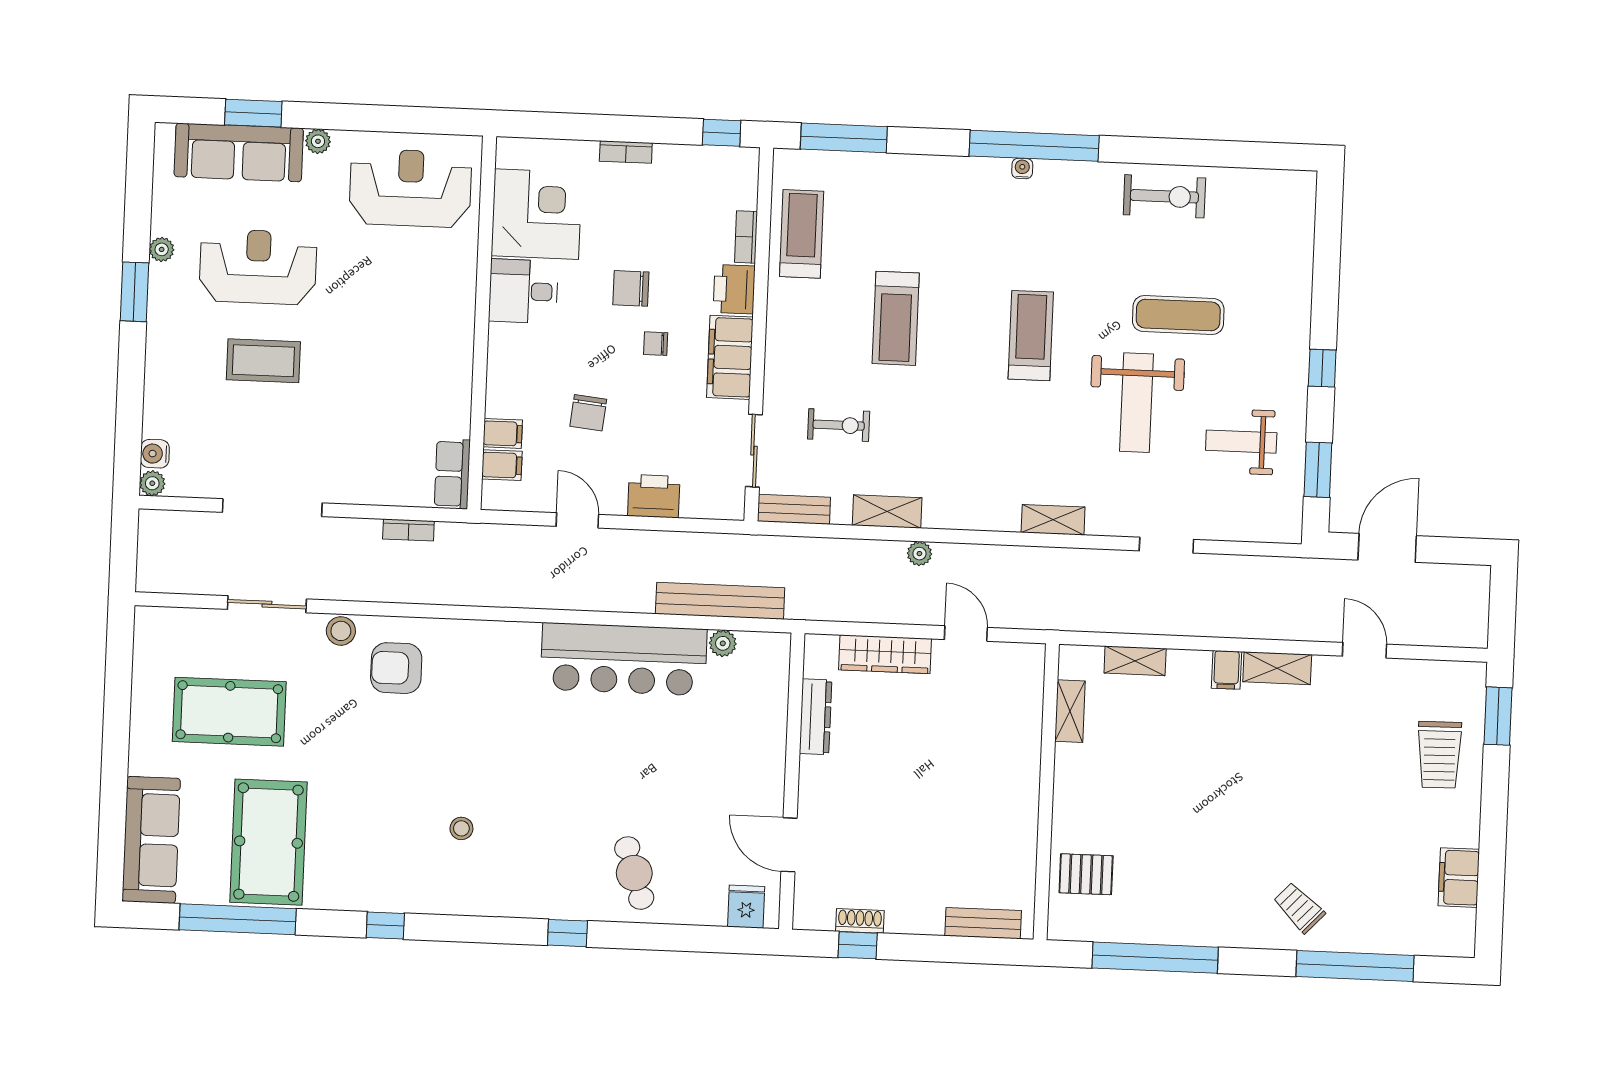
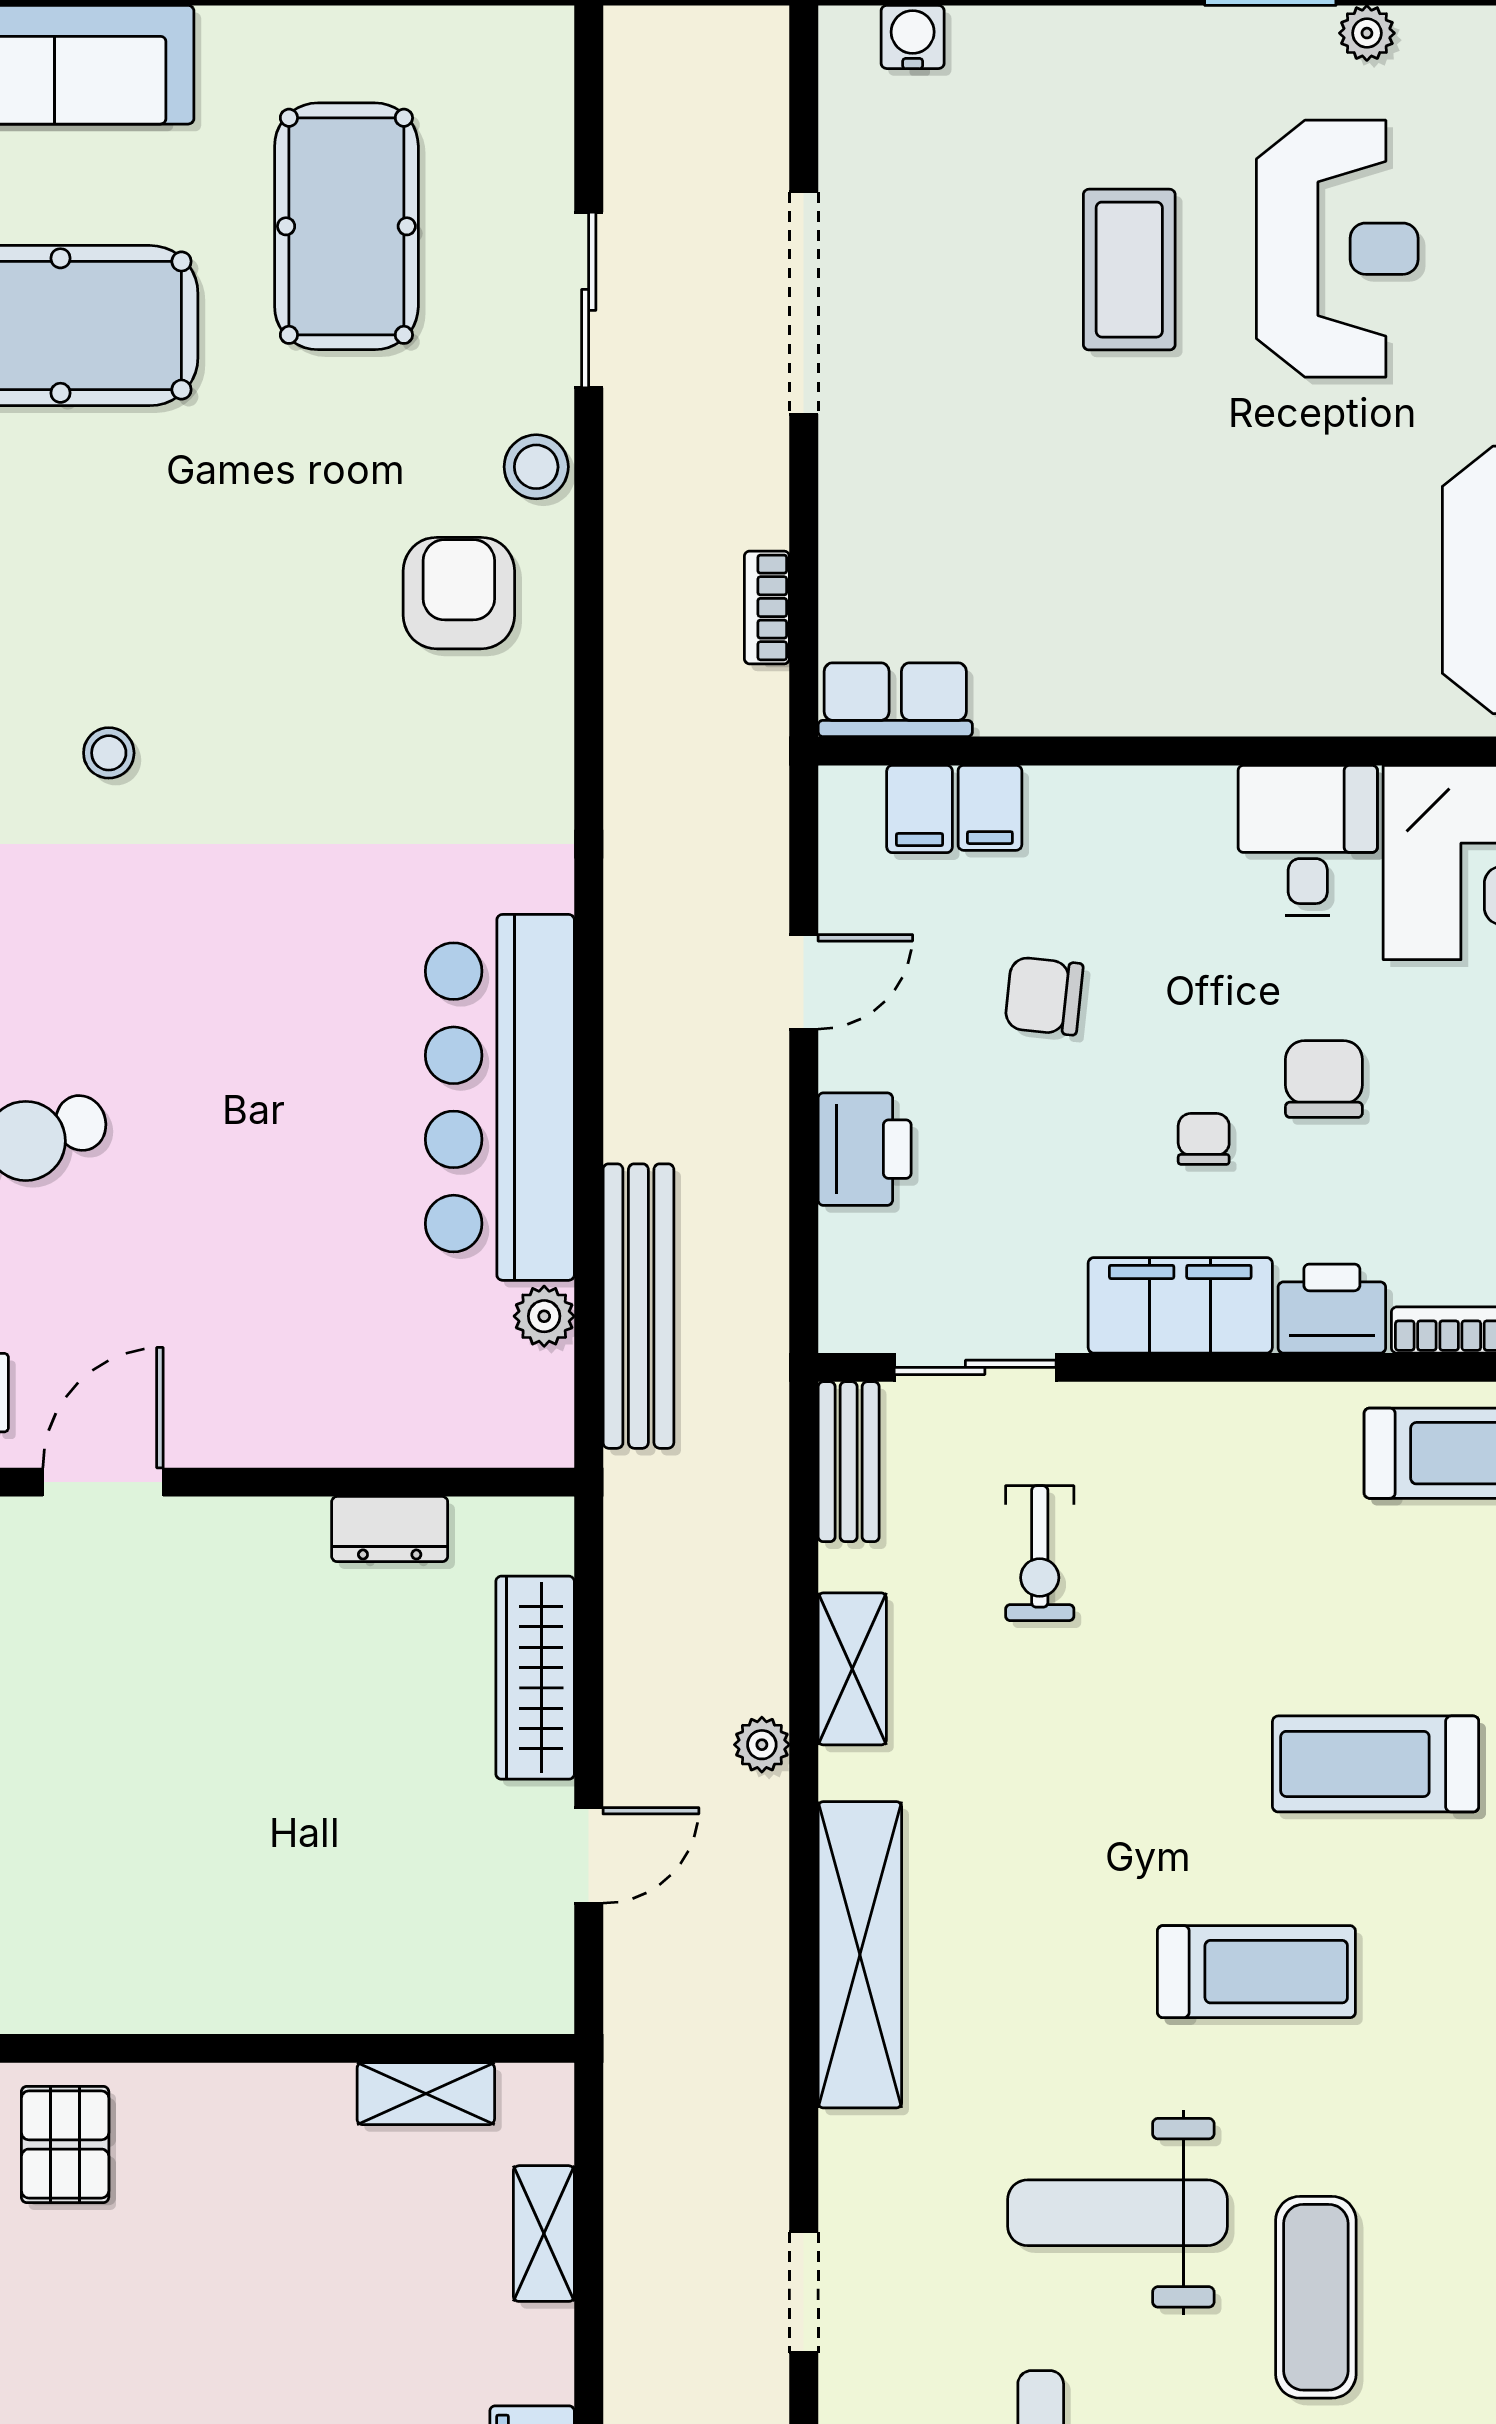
treadmill: (896, 318) -> (1376, 1764), moved
plant: (152, 483) -> (847, 34), removed
shelving: (1053, 520) -> (860, 1955), width x2.20, depth x1.33
dresser: (816, 717) -> (390, 1529), width x0.70

